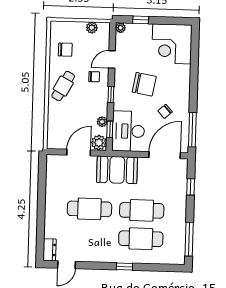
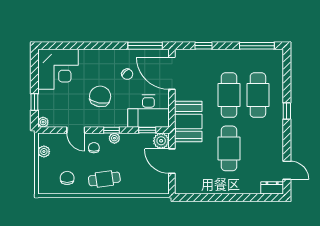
cafe table: (63, 86) -> (104, 179), turned -37
plant: (102, 122) -> (114, 138), moved

